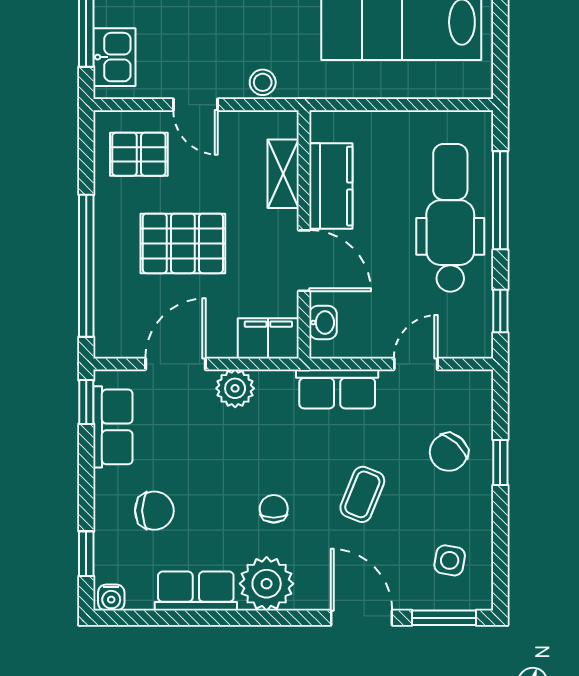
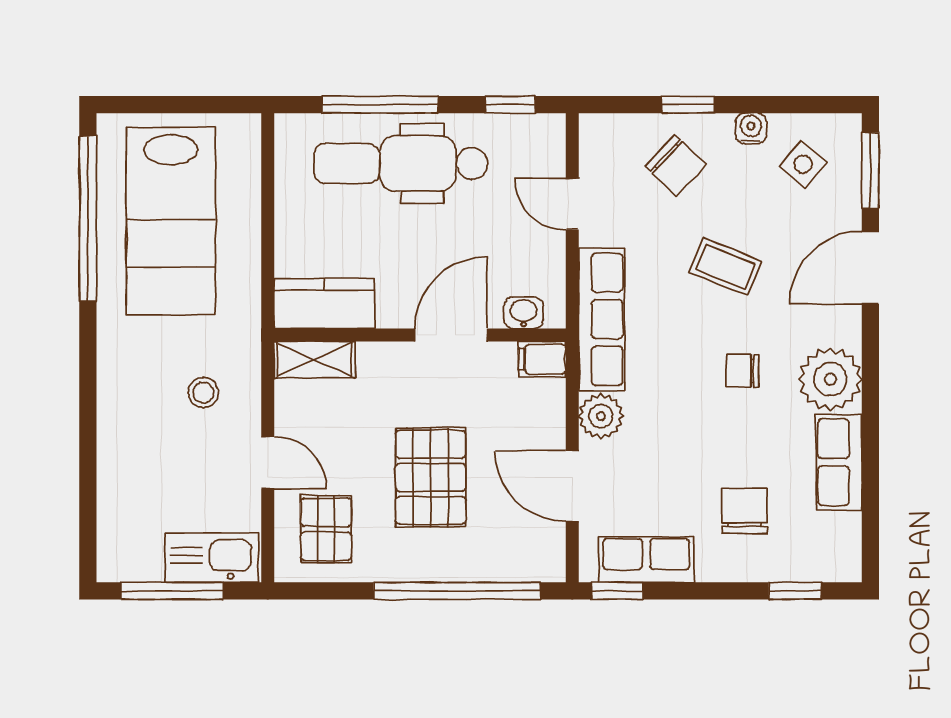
kitchen sink: (114, 57) -> (212, 558), width x1.38
stool: (263, 82) -> (203, 393), moved
door: (195, 105) -> (268, 463), hinge flipped
shelving: (283, 174) -> (314, 360), moved
kitchen counter: (331, 186) -> (324, 304), moved
filing cabinet: (268, 338) -> (542, 359), width x0.50
row of seats: (337, 389) -> (602, 319), width x1.48
side table: (450, 560) -> (803, 164), turned 30
water cooler: (111, 598) -> (751, 128), moved, turned -90

